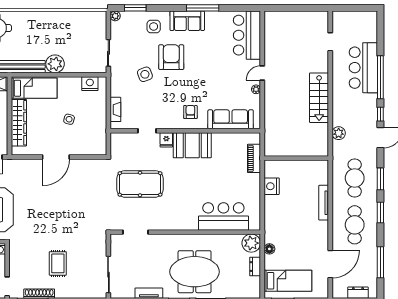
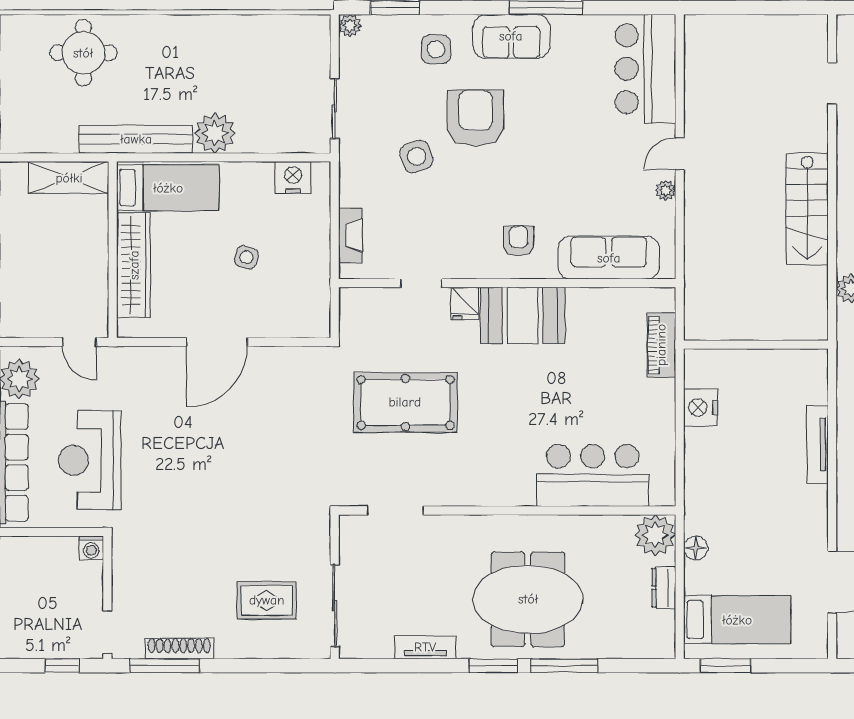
rug: (58, 263) -> (267, 600), moved, turned 90

